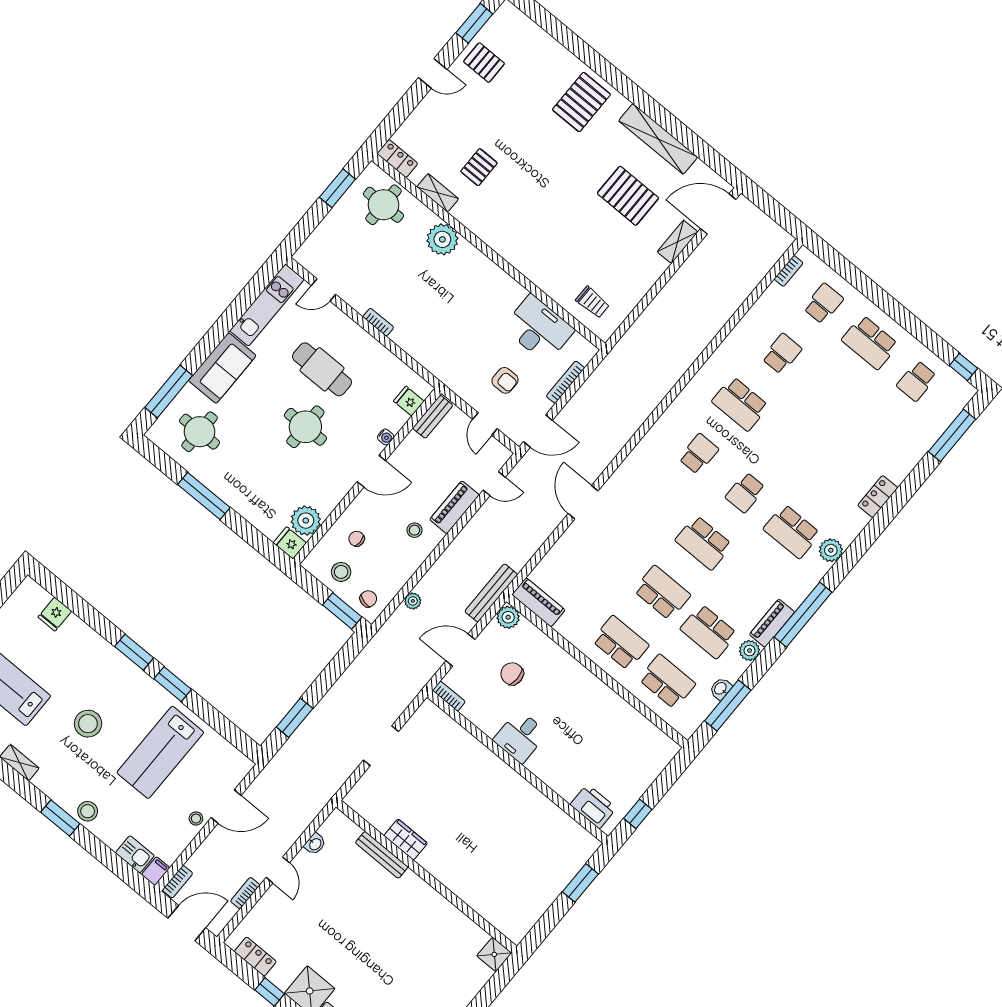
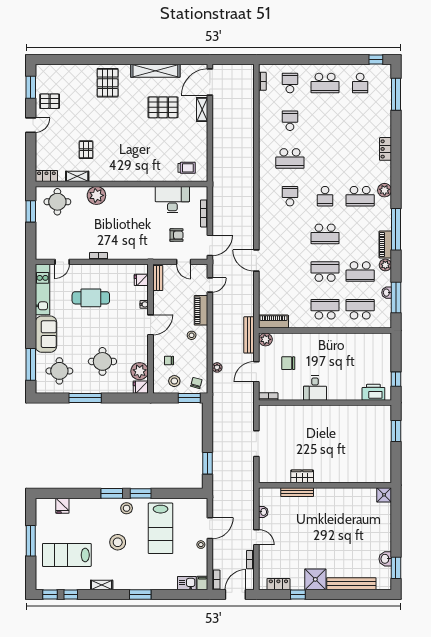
round table: (305, 427) -> (102, 361), moved
stool: (88, 811) -> (127, 508), moved

